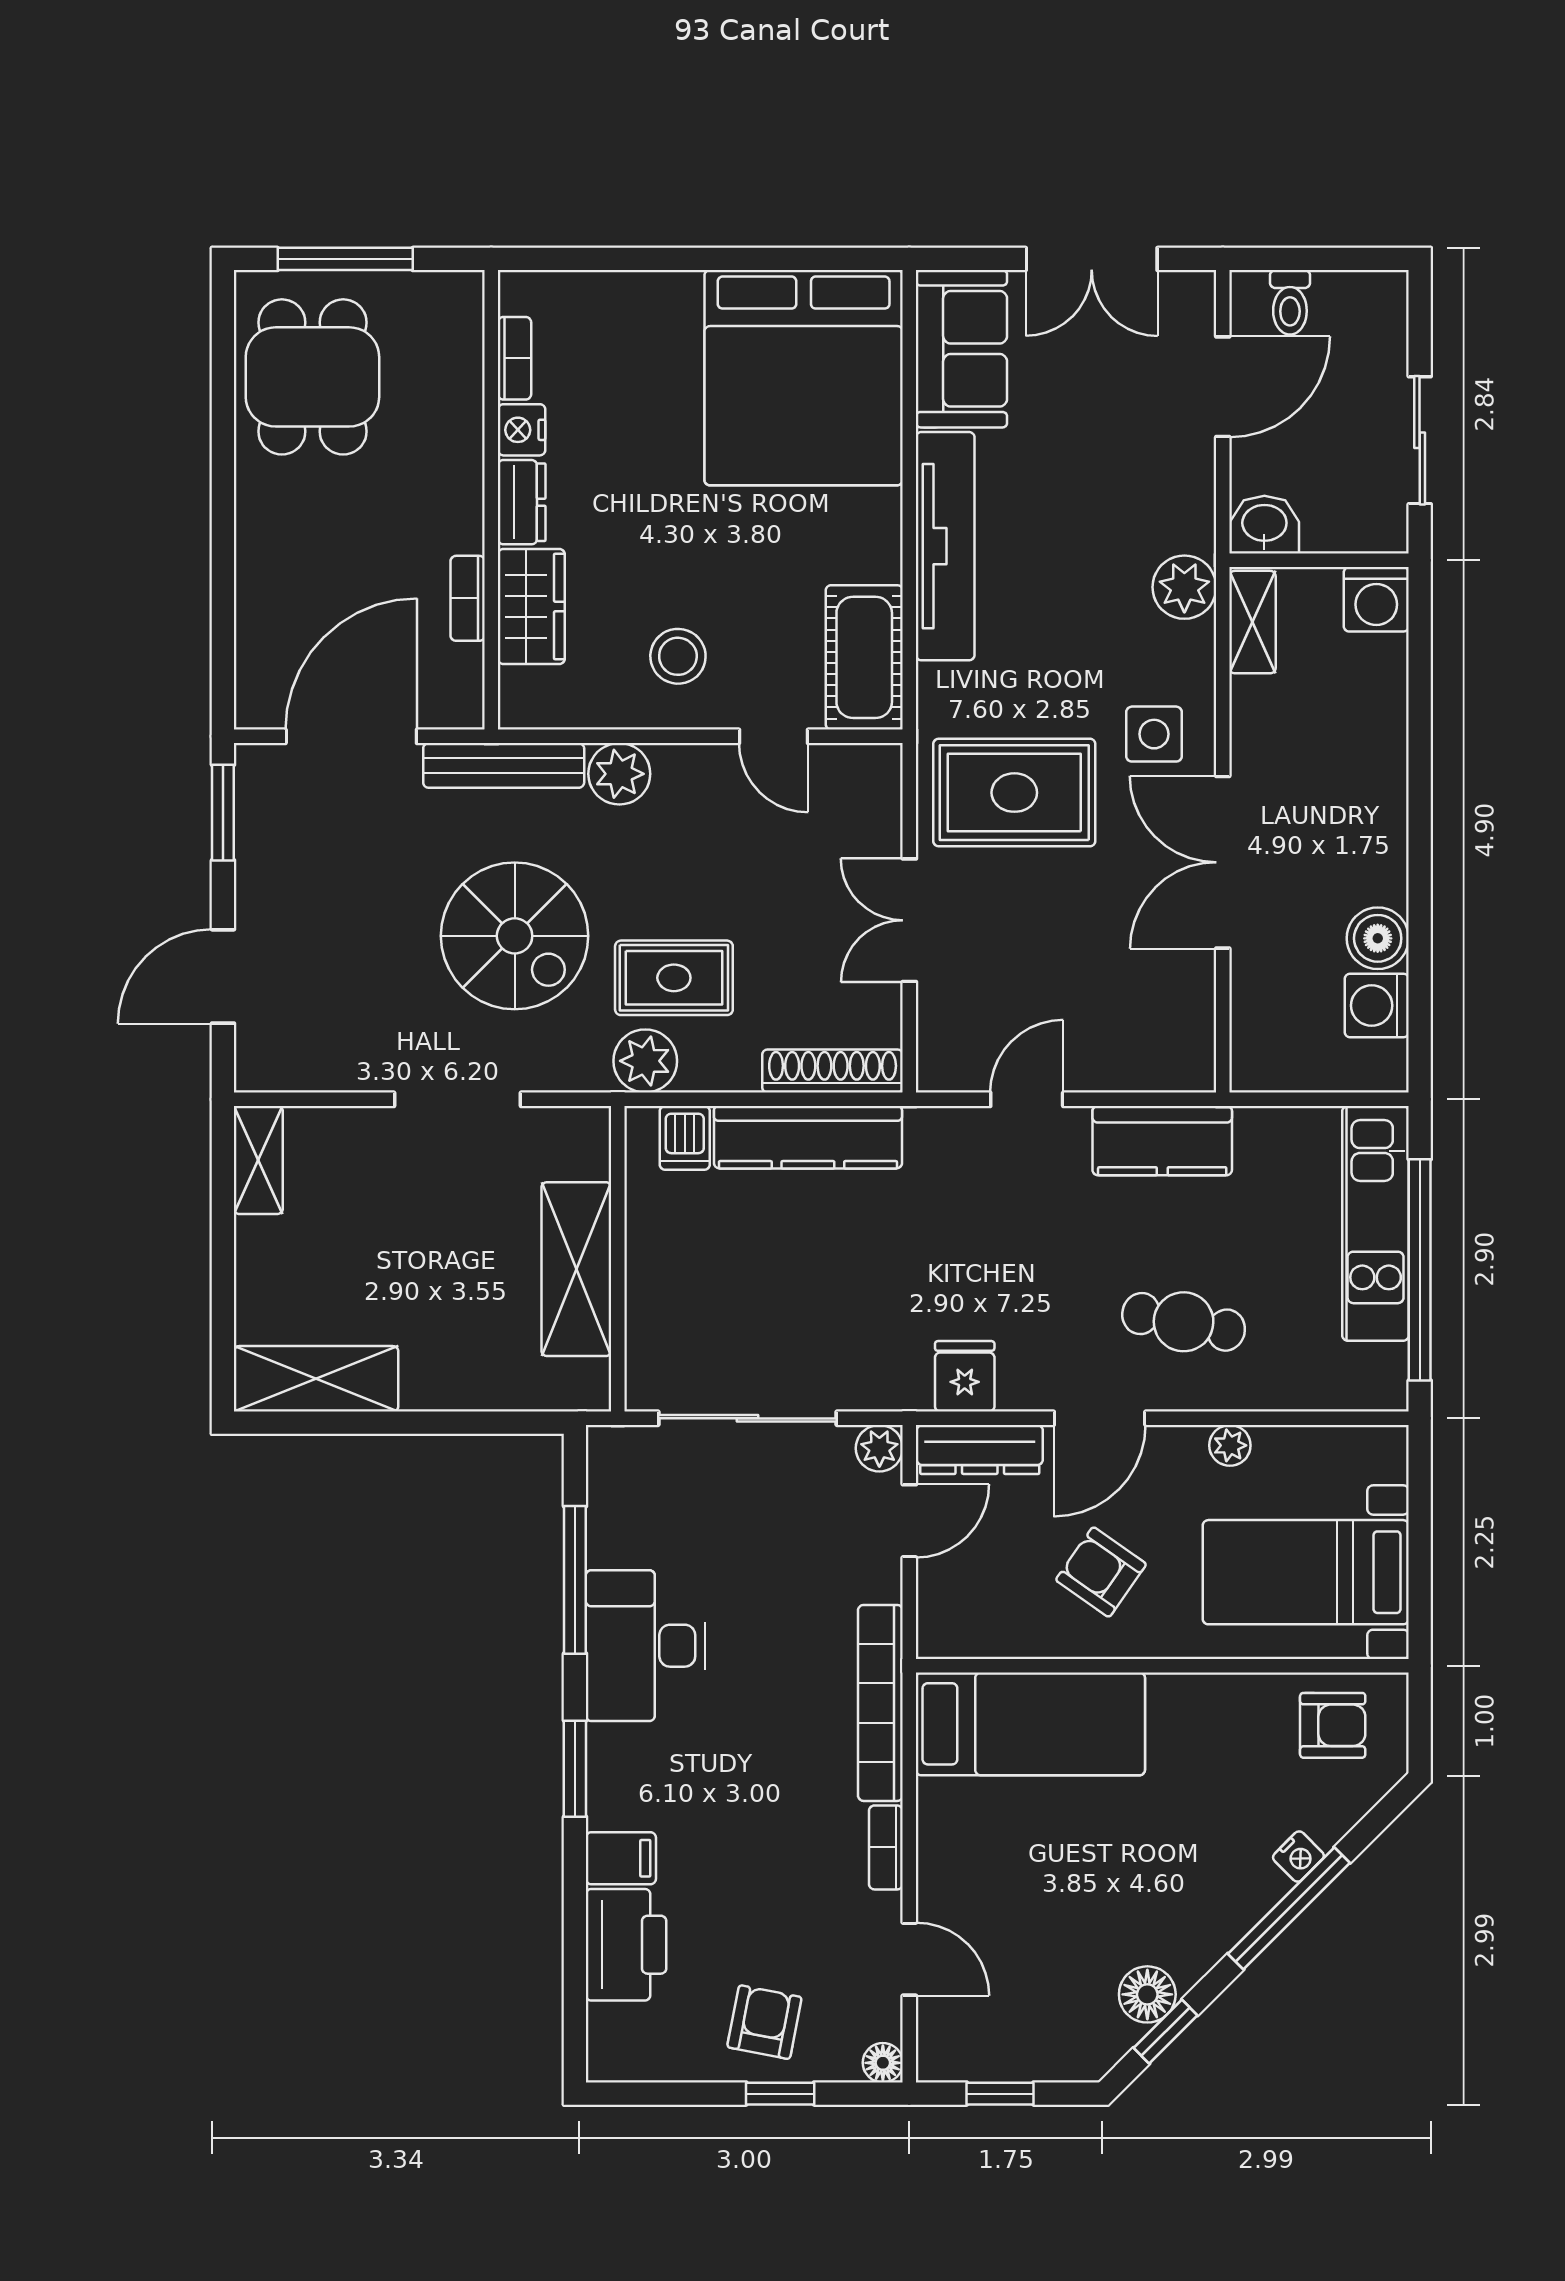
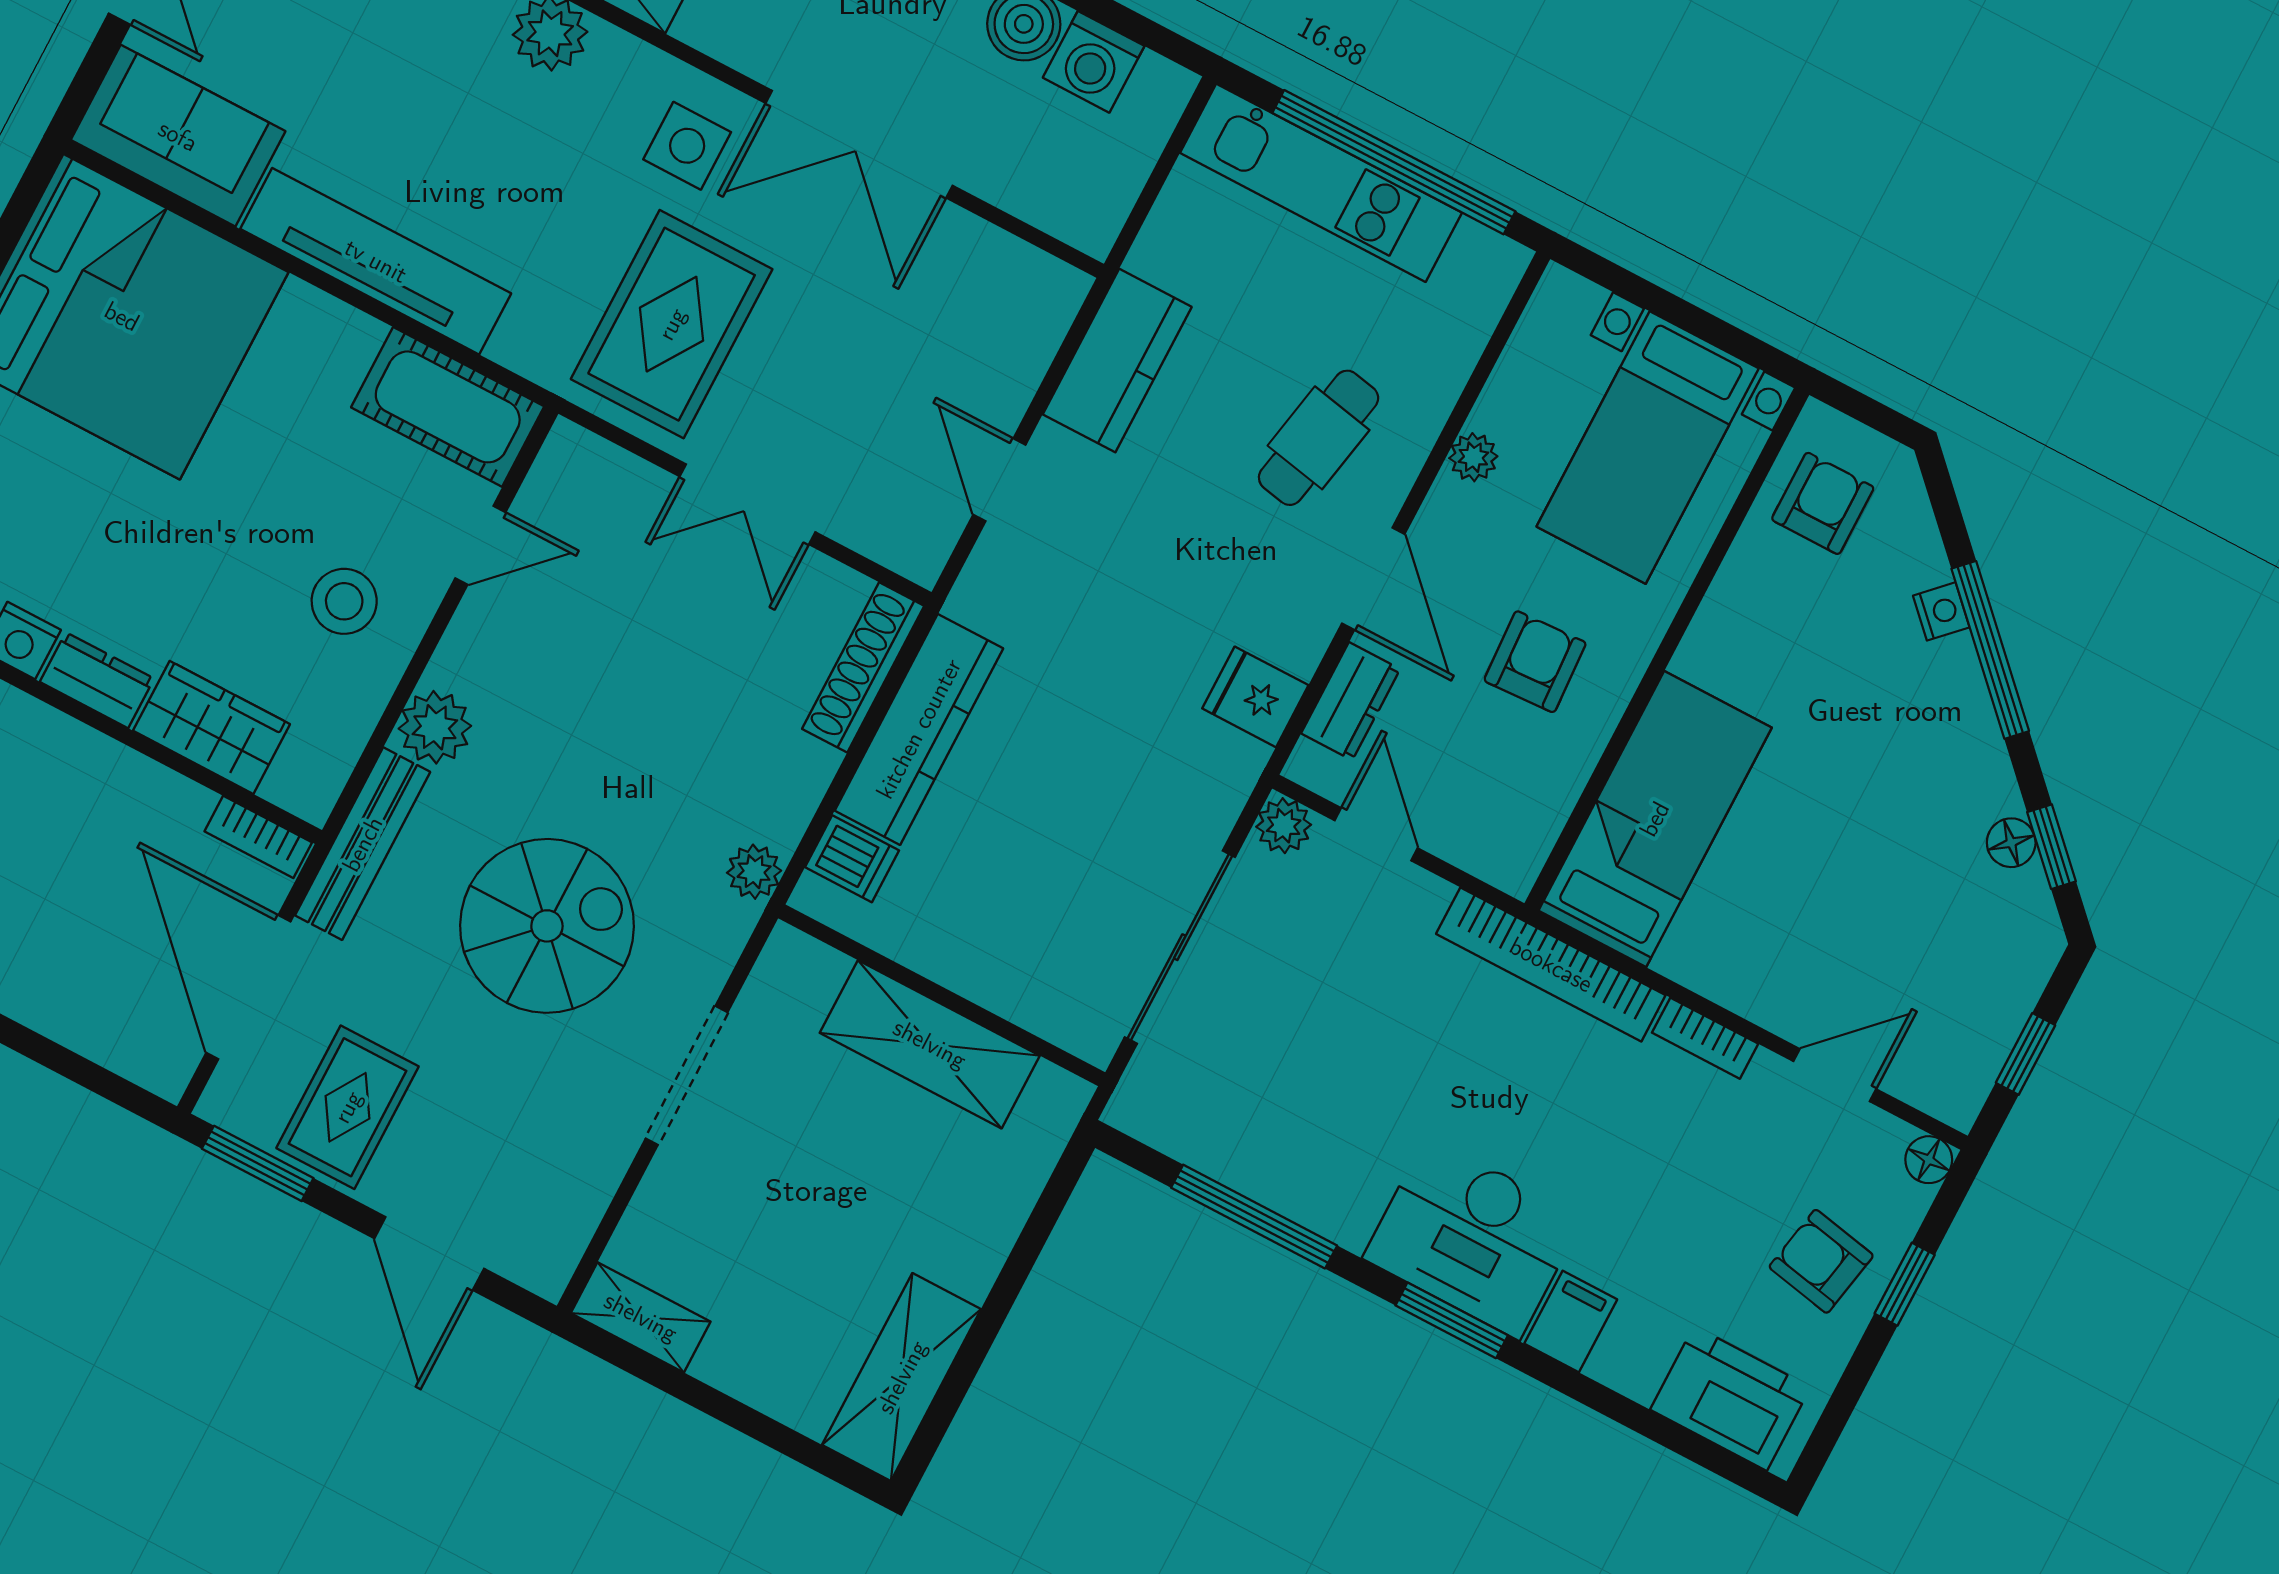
bookcase: (468, 598) -> (258, 837), moved
rug: (674, 978) -> (348, 1107), moved
plant: (645, 1061) -> (754, 872), width x0.73, depth x0.73
dresser: (980, 1449) -> (1351, 701), width x0.70
armchair: (1101, 1572) -> (1535, 662), turned 142
desk: (645, 1646) -> (1473, 1238), moved
printer: (626, 1945) -> (1730, 1398), moved
floor lamp: (1147, 1994) -> (2011, 843), width x0.73, depth x0.73

